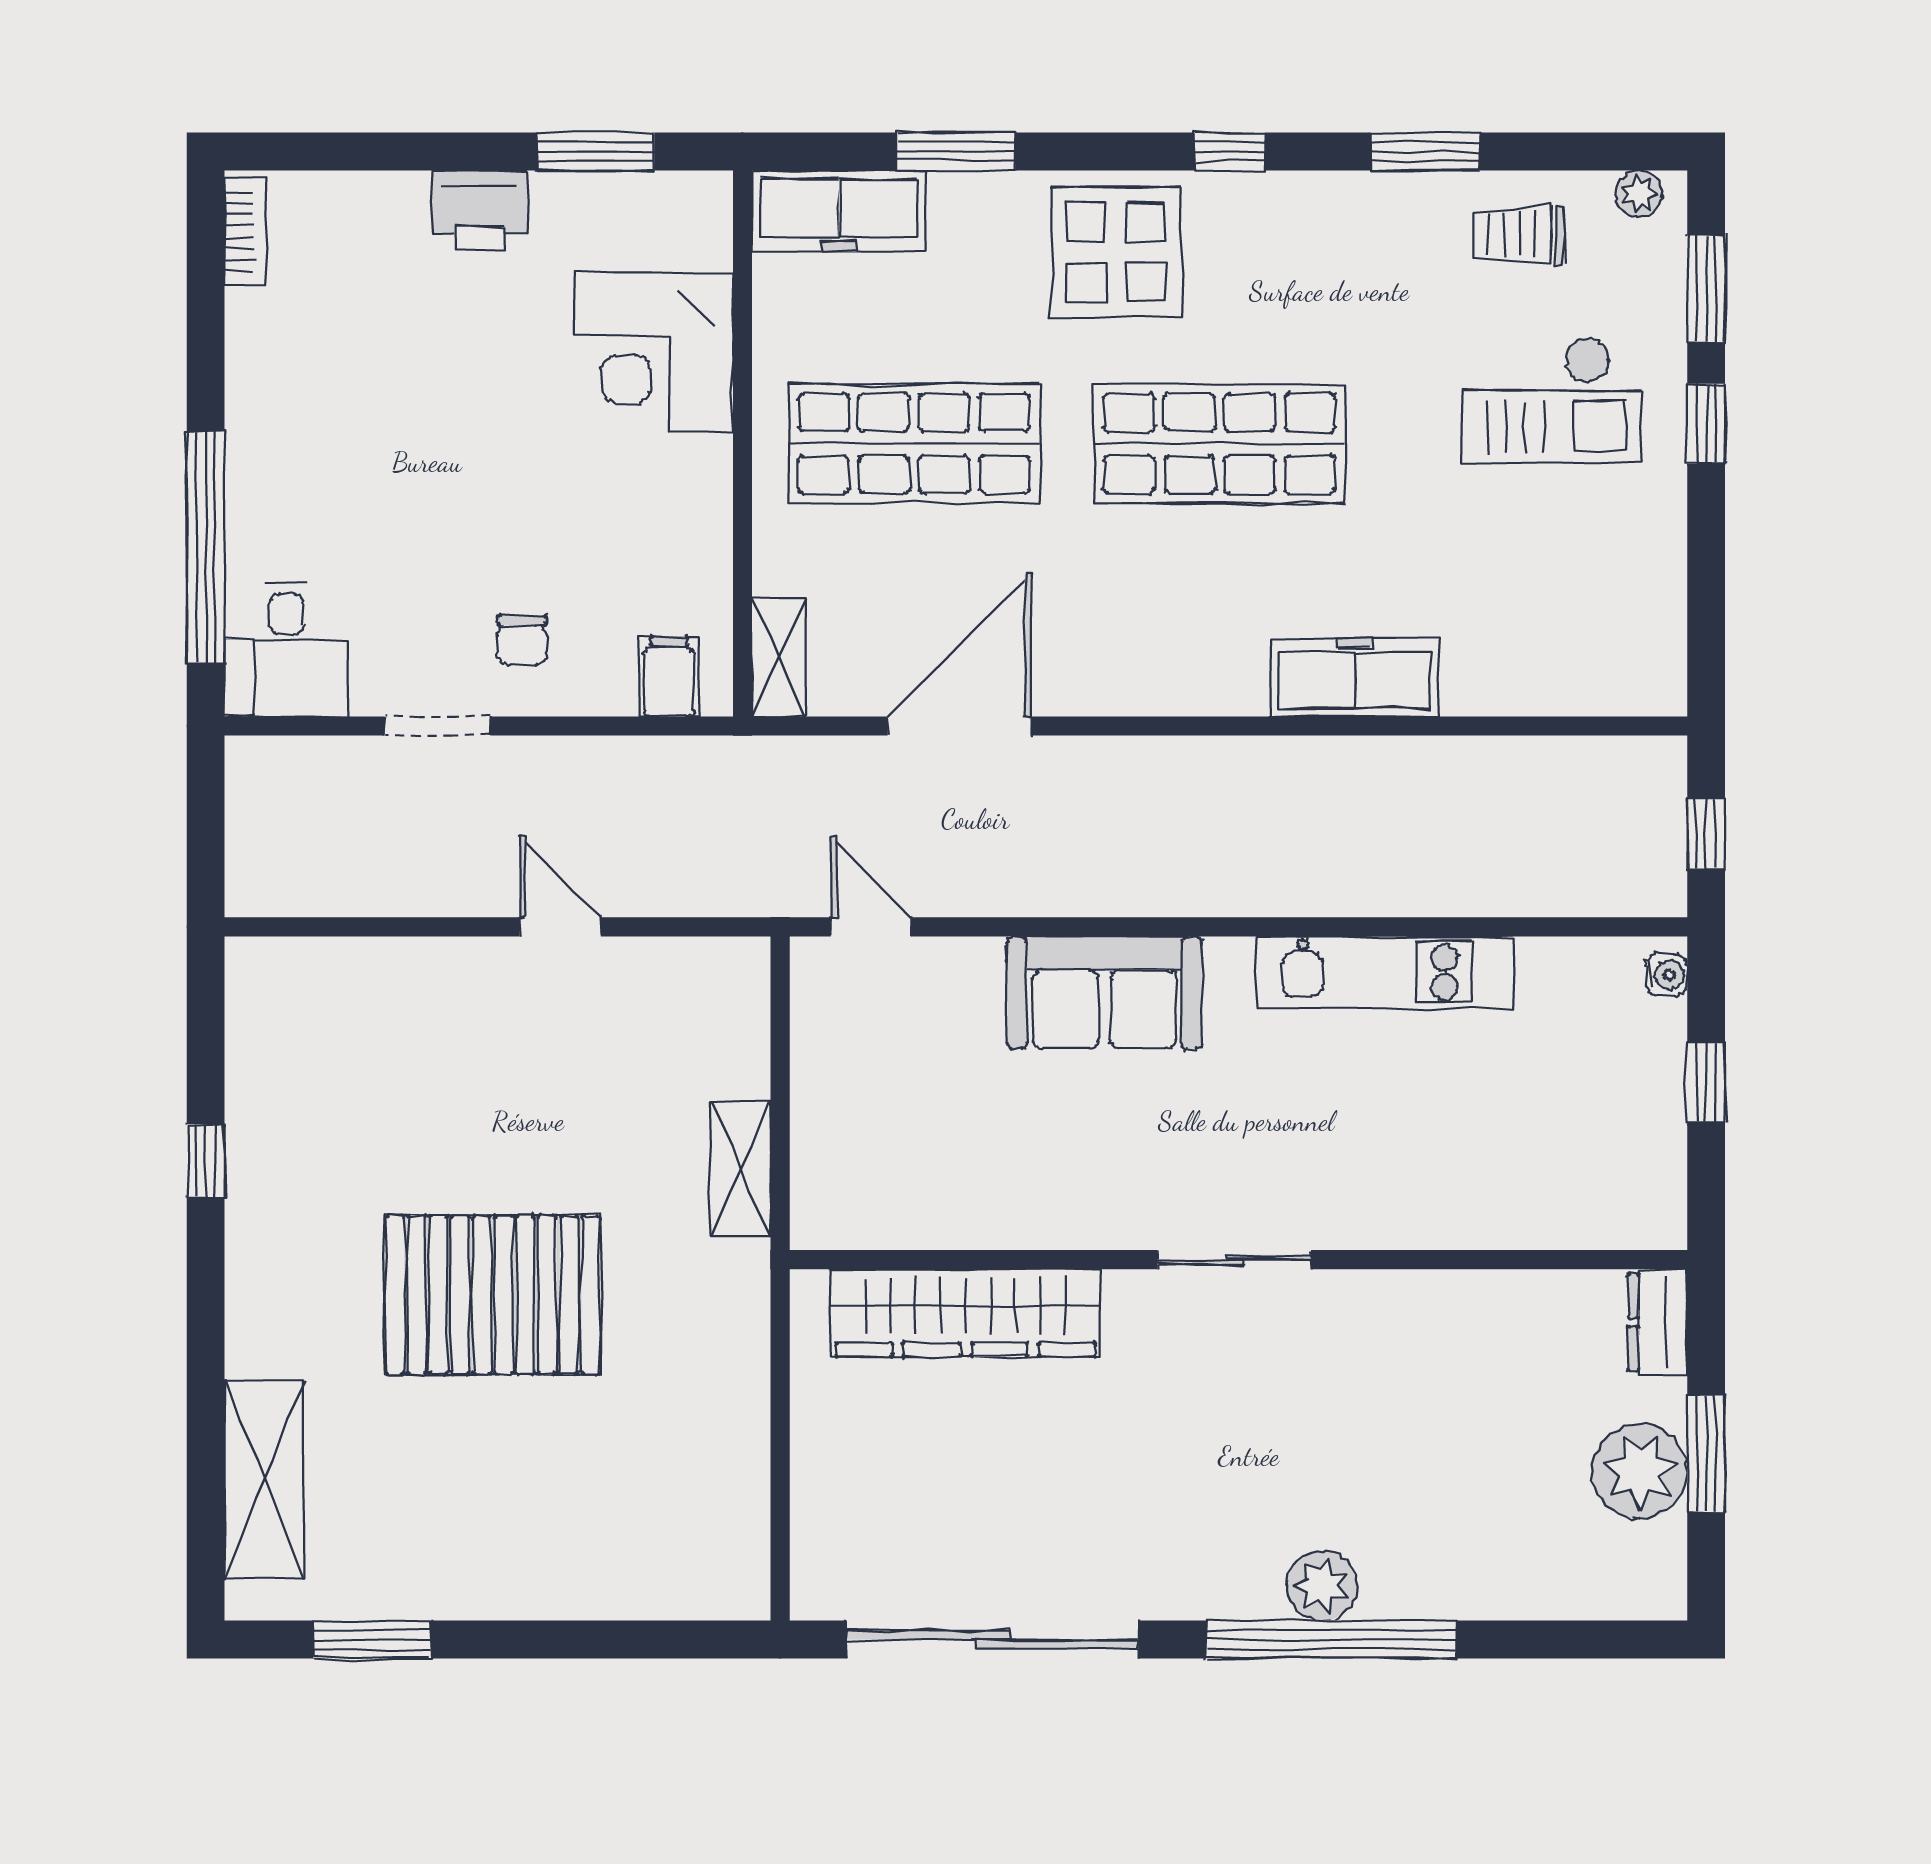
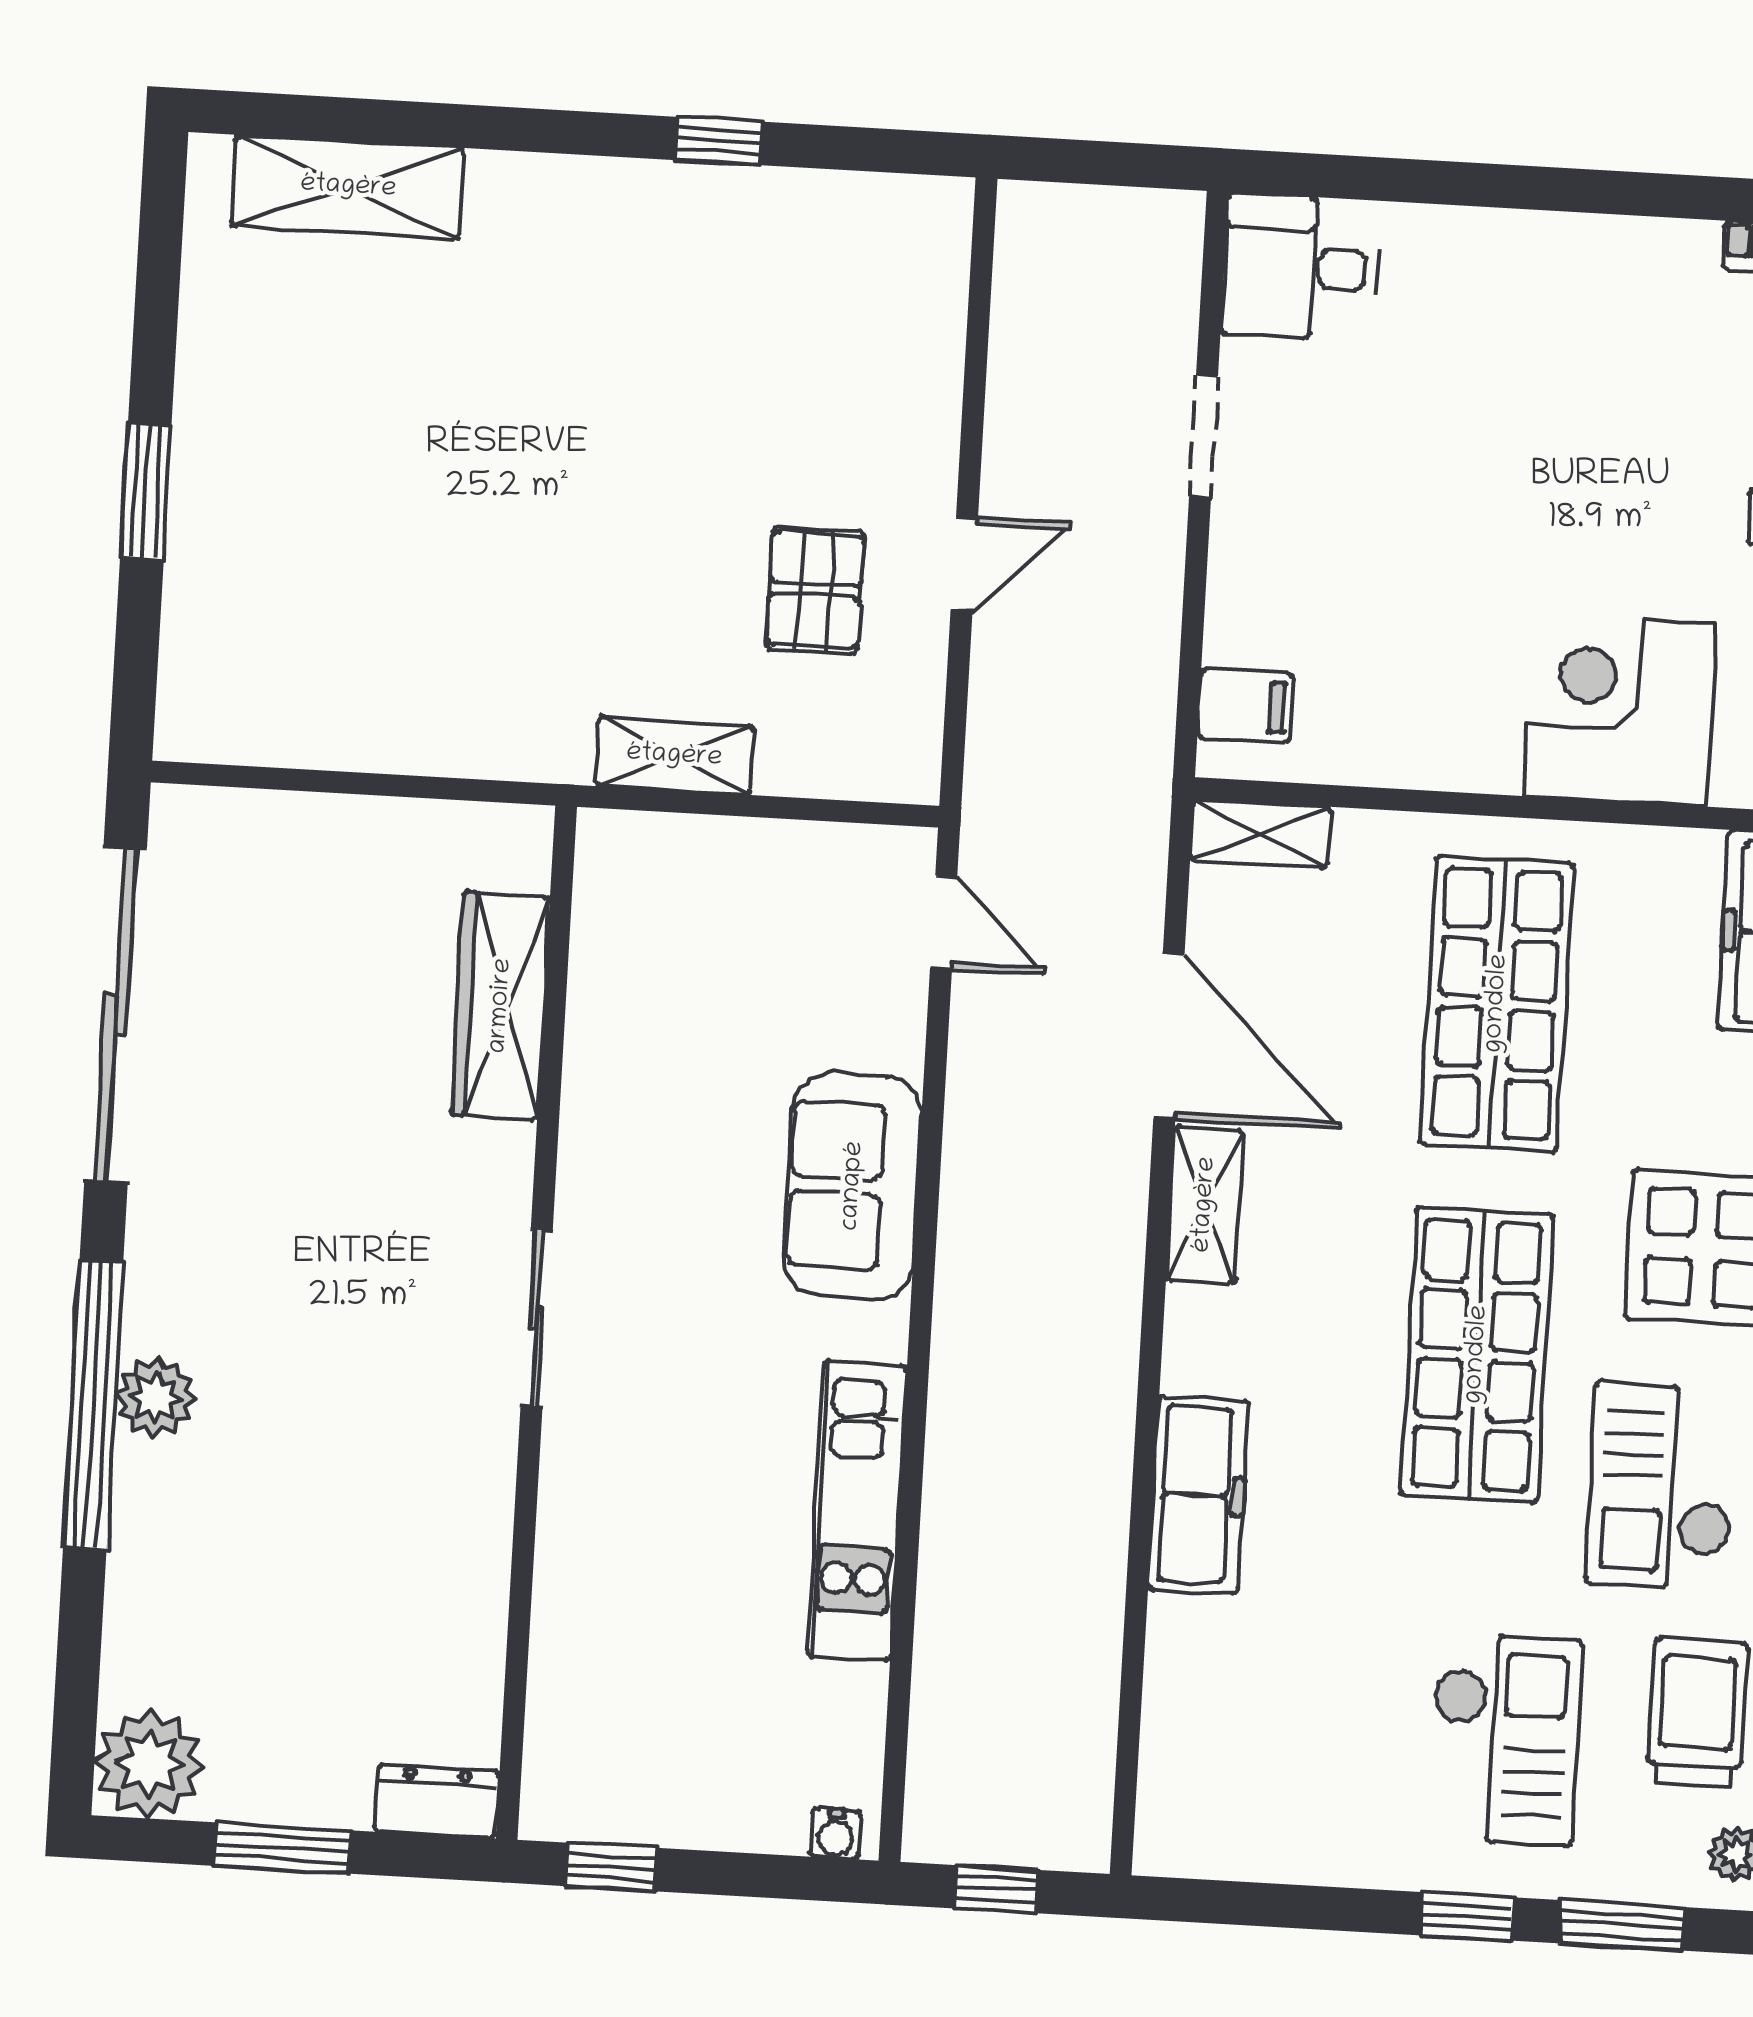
trolley: (1519, 235) -> (1697, 1713), width x1.36, depth x1.39
checkout: (1324, 277) -> (1661, 1486), added
checkout: (1552, 400) -> (1504, 1740), turned 180
window: (206, 548) -> (1424, 182), removed
chair: (522, 640) -> (1297, 539), removed
shelving: (1103, 686) -> (1205, 1205), added
door: (871, 927) -> (944, 922), hinge flipped
window: (1706, 1083) -> (611, 1867), moved
pallet: (493, 1295) -> (815, 590), moved, width x0.49, depth x0.50
wardrobe: (966, 1313) -> (501, 1006), width x0.71, depth x0.85
plant: (1640, 1471) -> (149, 1764), moved
window: (372, 1639) -> (146, 491), moved

